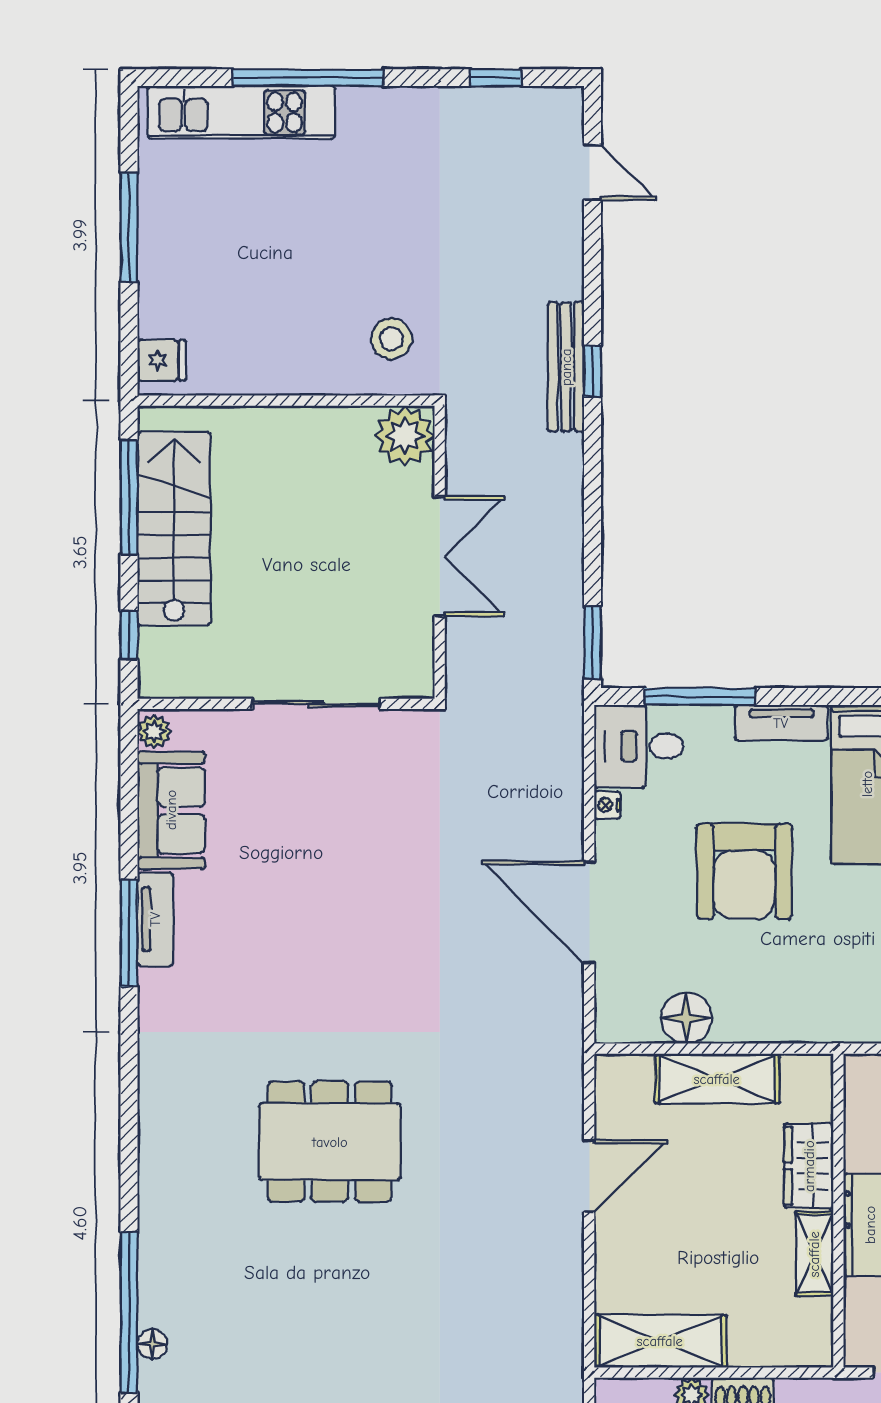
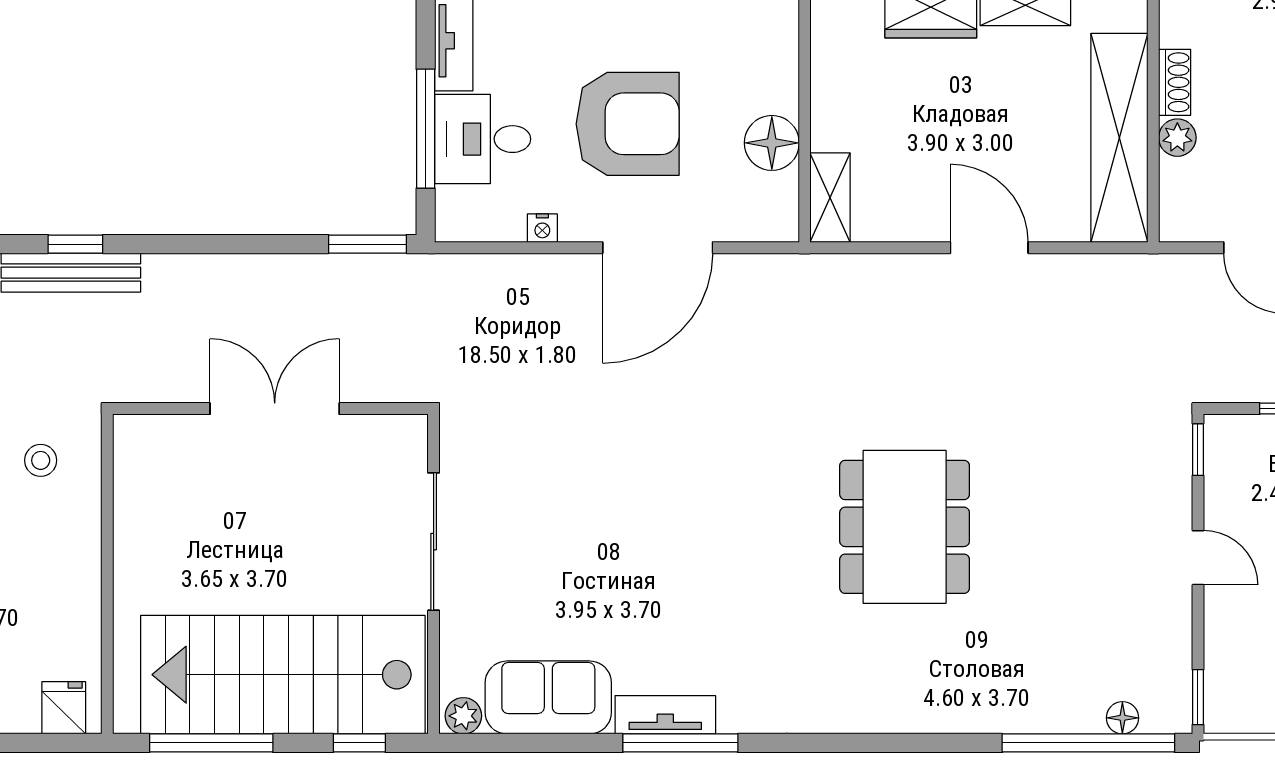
stool: (391, 339) -> (41, 460), width x0.73, depth x0.73
plant: (405, 436) -> (145, 446), removed
stairs: (174, 529) -> (283, 675), width x1.36, depth x1.51
desk: (639, 746) -> (483, 139), moved, turned 90
armchair: (744, 871) -> (628, 124), moved
shelving: (717, 1079) -> (830, 198), moved, width x0.67, depth x0.75
door: (589, 1176) -> (989, 248), moved
shelving: (660, 1341) -> (1119, 138), width x1.47

